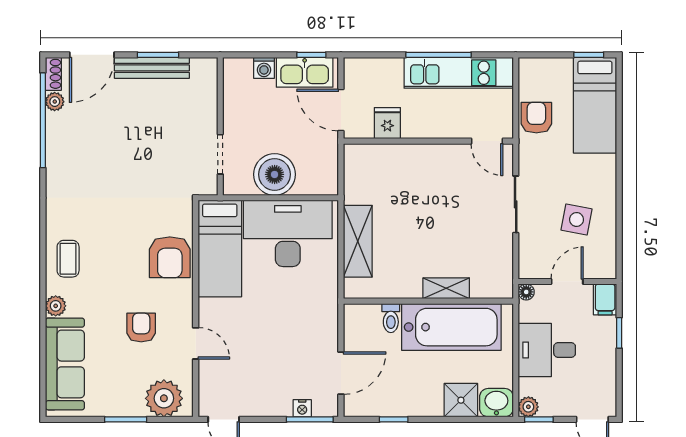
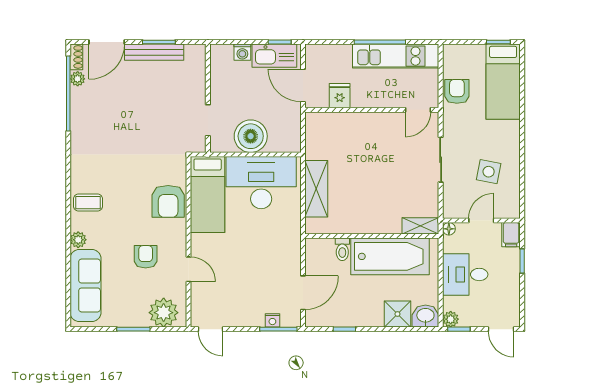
door: (487, 141) -> (418, 110), hinge flipped
coffee table: (68, 259) -> (88, 203), turned 90
shelving: (446, 288) -> (420, 226), moved

